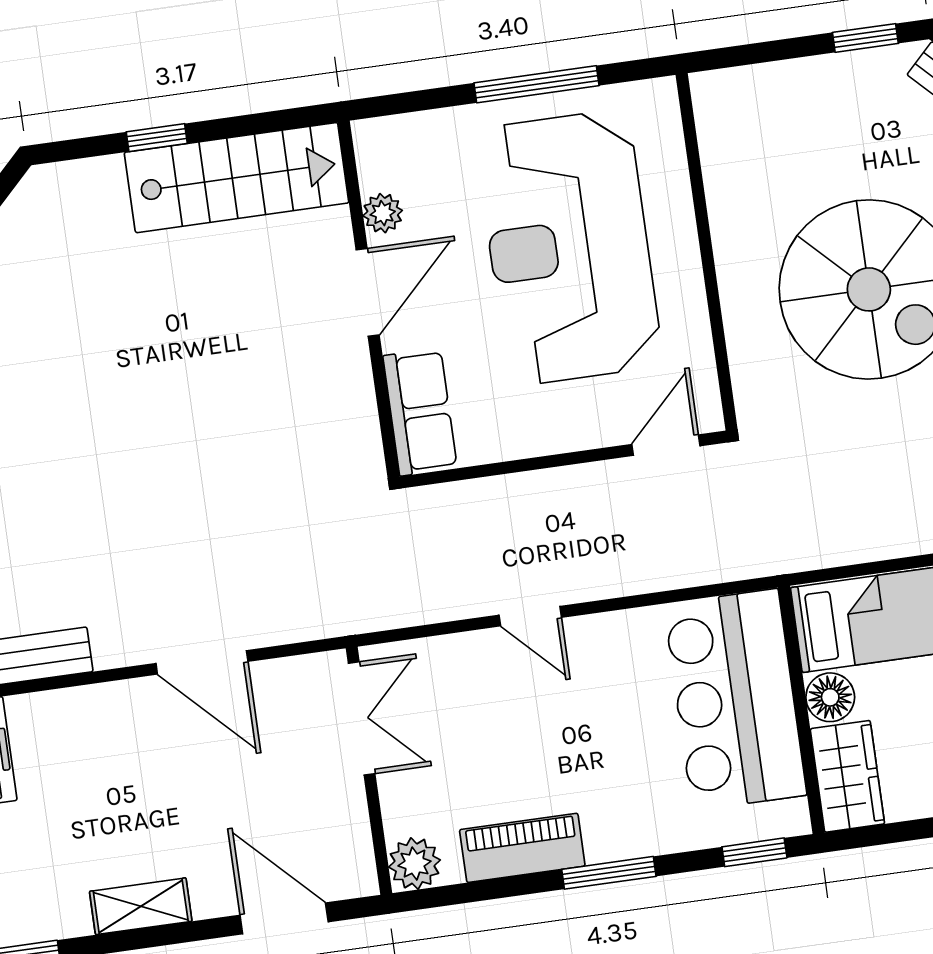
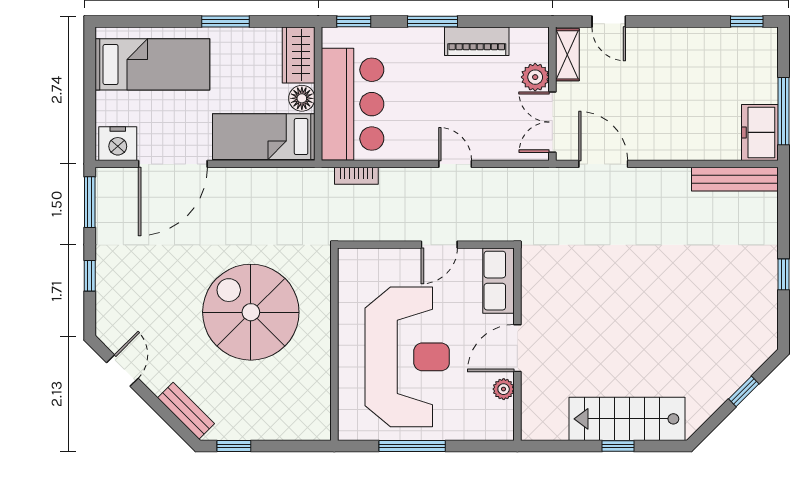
stairs: (237, 178) -> (627, 419), moved
door: (666, 445) -> (439, 245), moved
bookcase: (710, 569) -> (356, 176), added
door: (202, 662) -> (603, 164), moved
plant: (414, 864) -> (535, 77), moved
shelving: (141, 906) -> (567, 55), moved, turned 90
door: (284, 918) -> (609, 22), width x0.73

